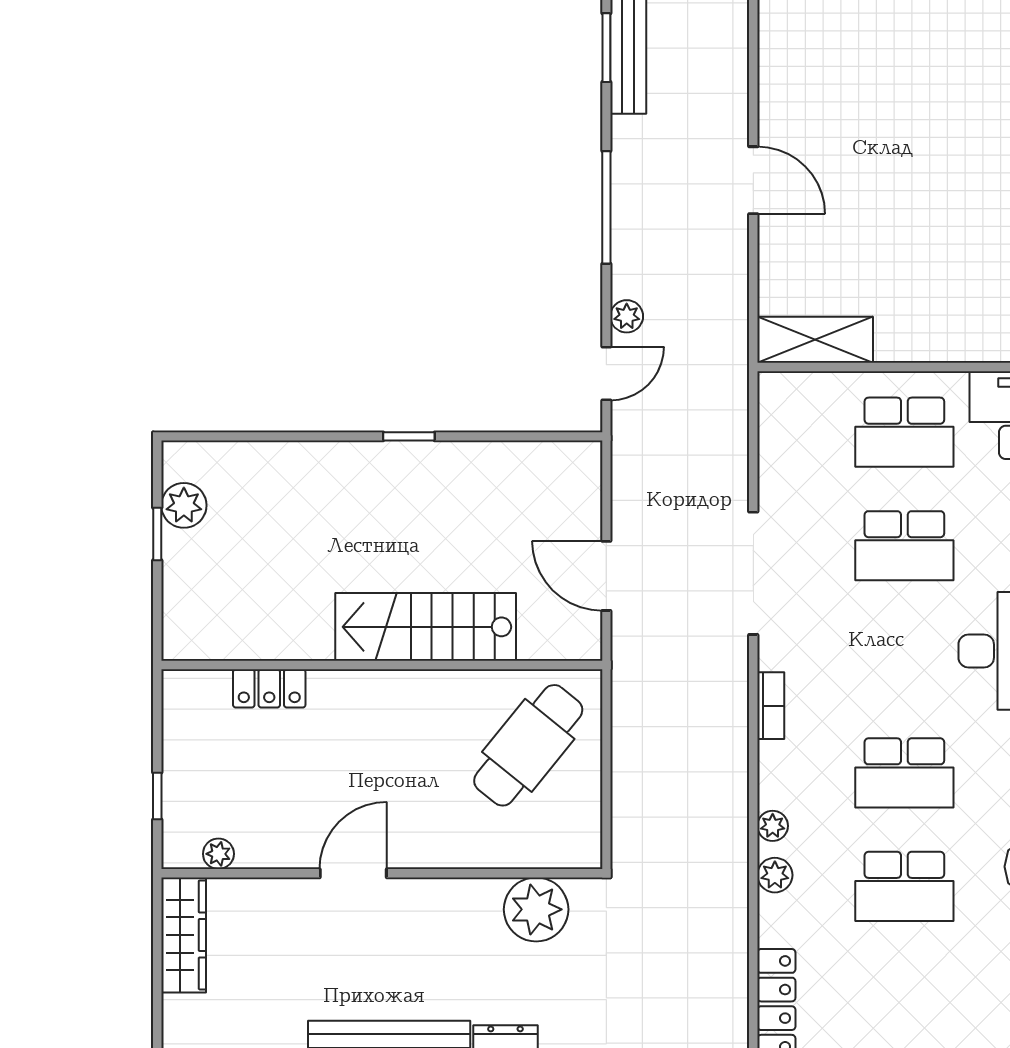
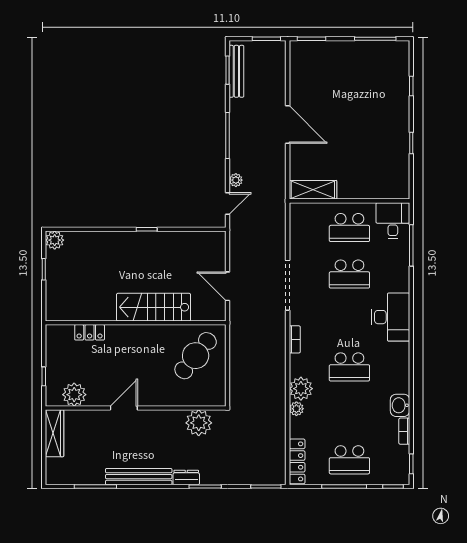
door: (753, 180) -> (288, 124), width x1.36
plant: (184, 505) -> (55, 240), moved
plant: (773, 826) -> (301, 389), width x1.88, depth x1.88
plant: (218, 854) -> (74, 395), width x1.87, depth x1.87
school desk: (904, 886) -> (349, 460), moved

